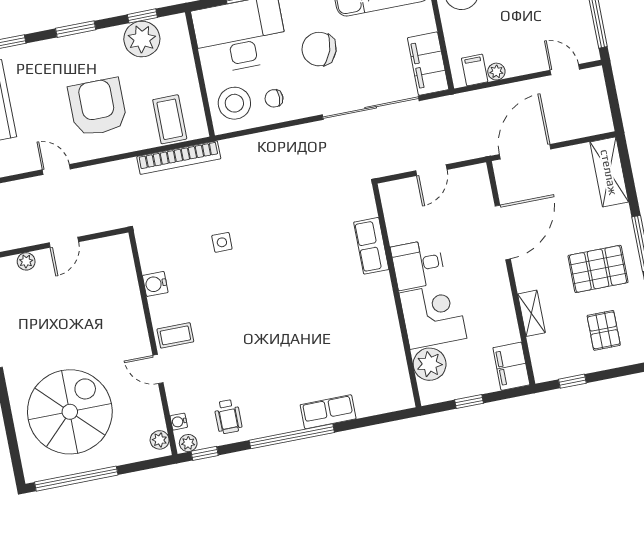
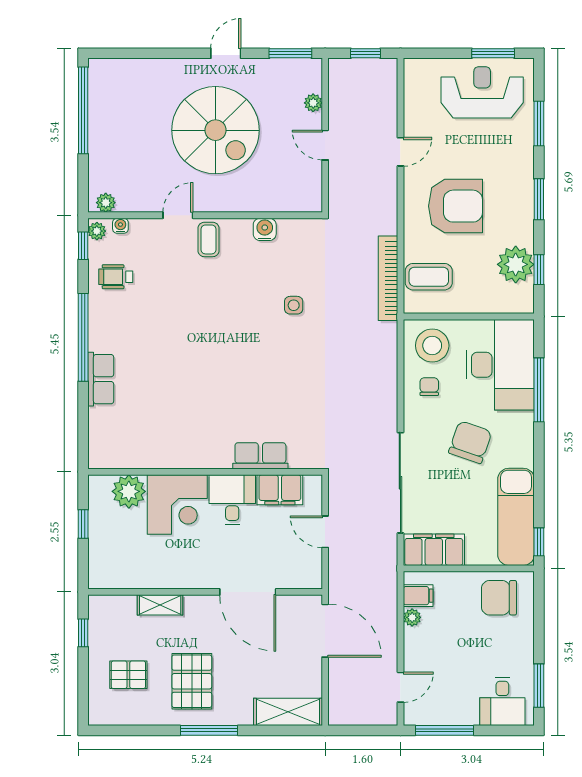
filing cabinet: (511, 366) -> (280, 490), moved, turned 180
spiral stairs: (70, 412) -> (215, 130), moved

